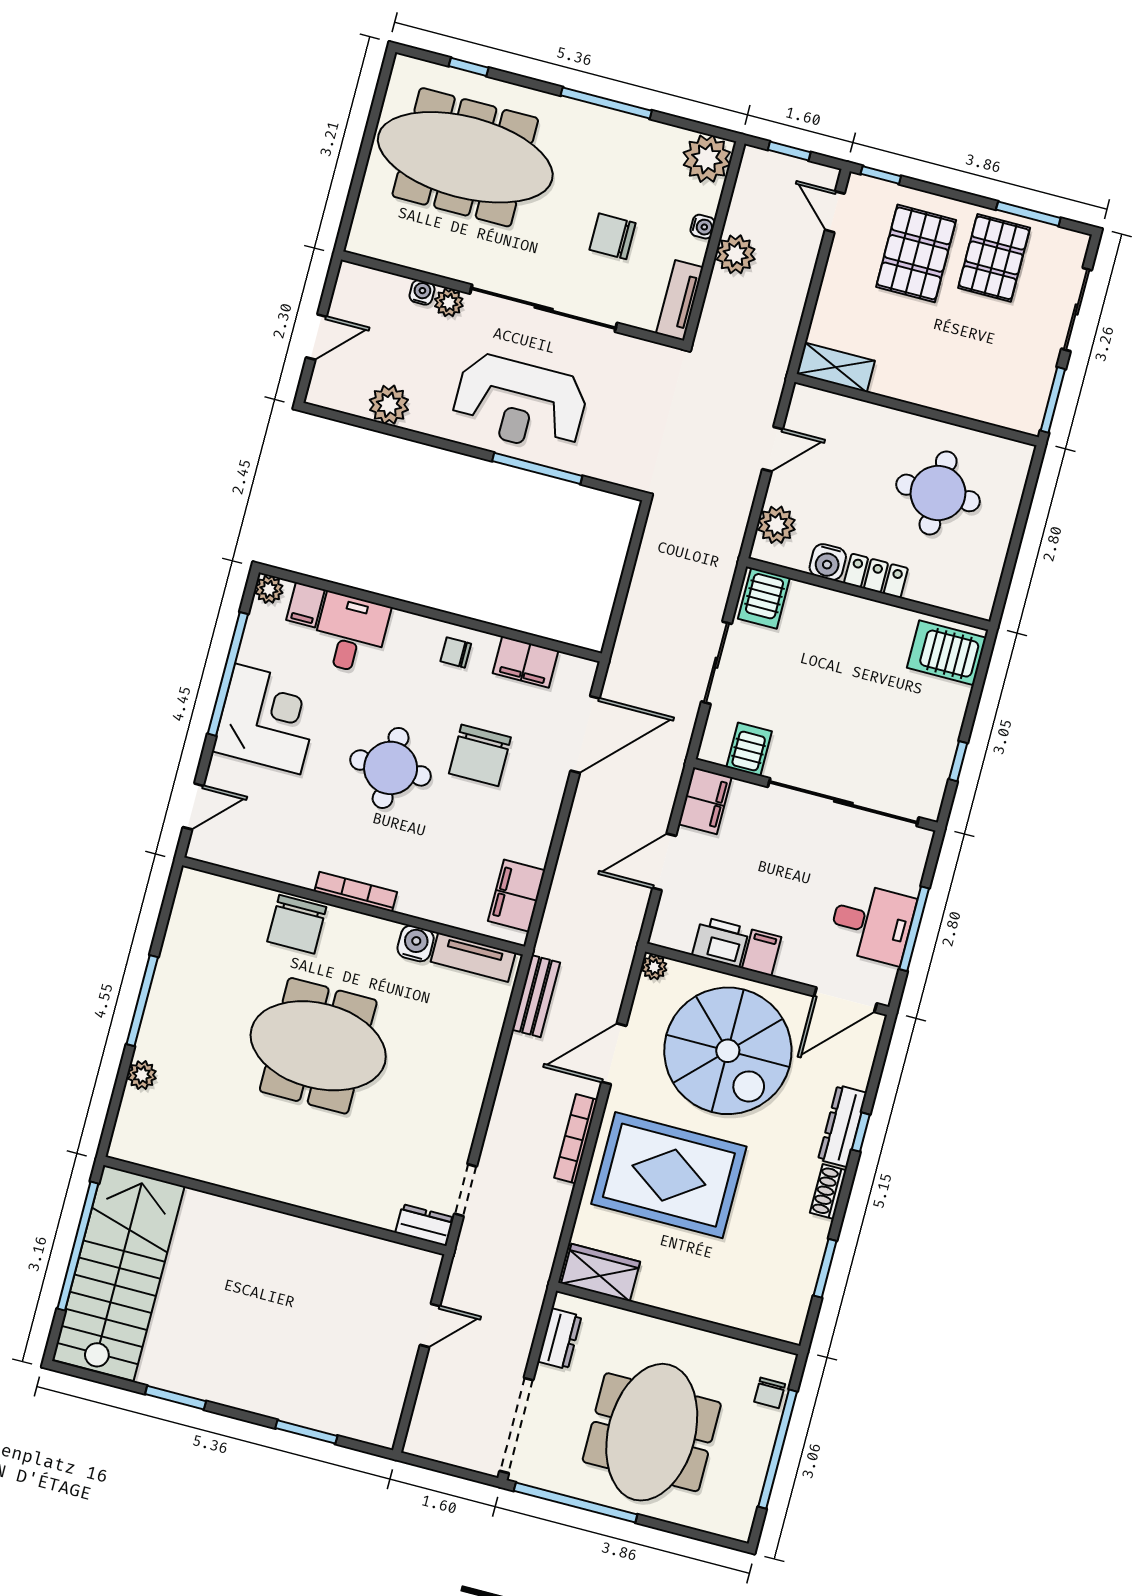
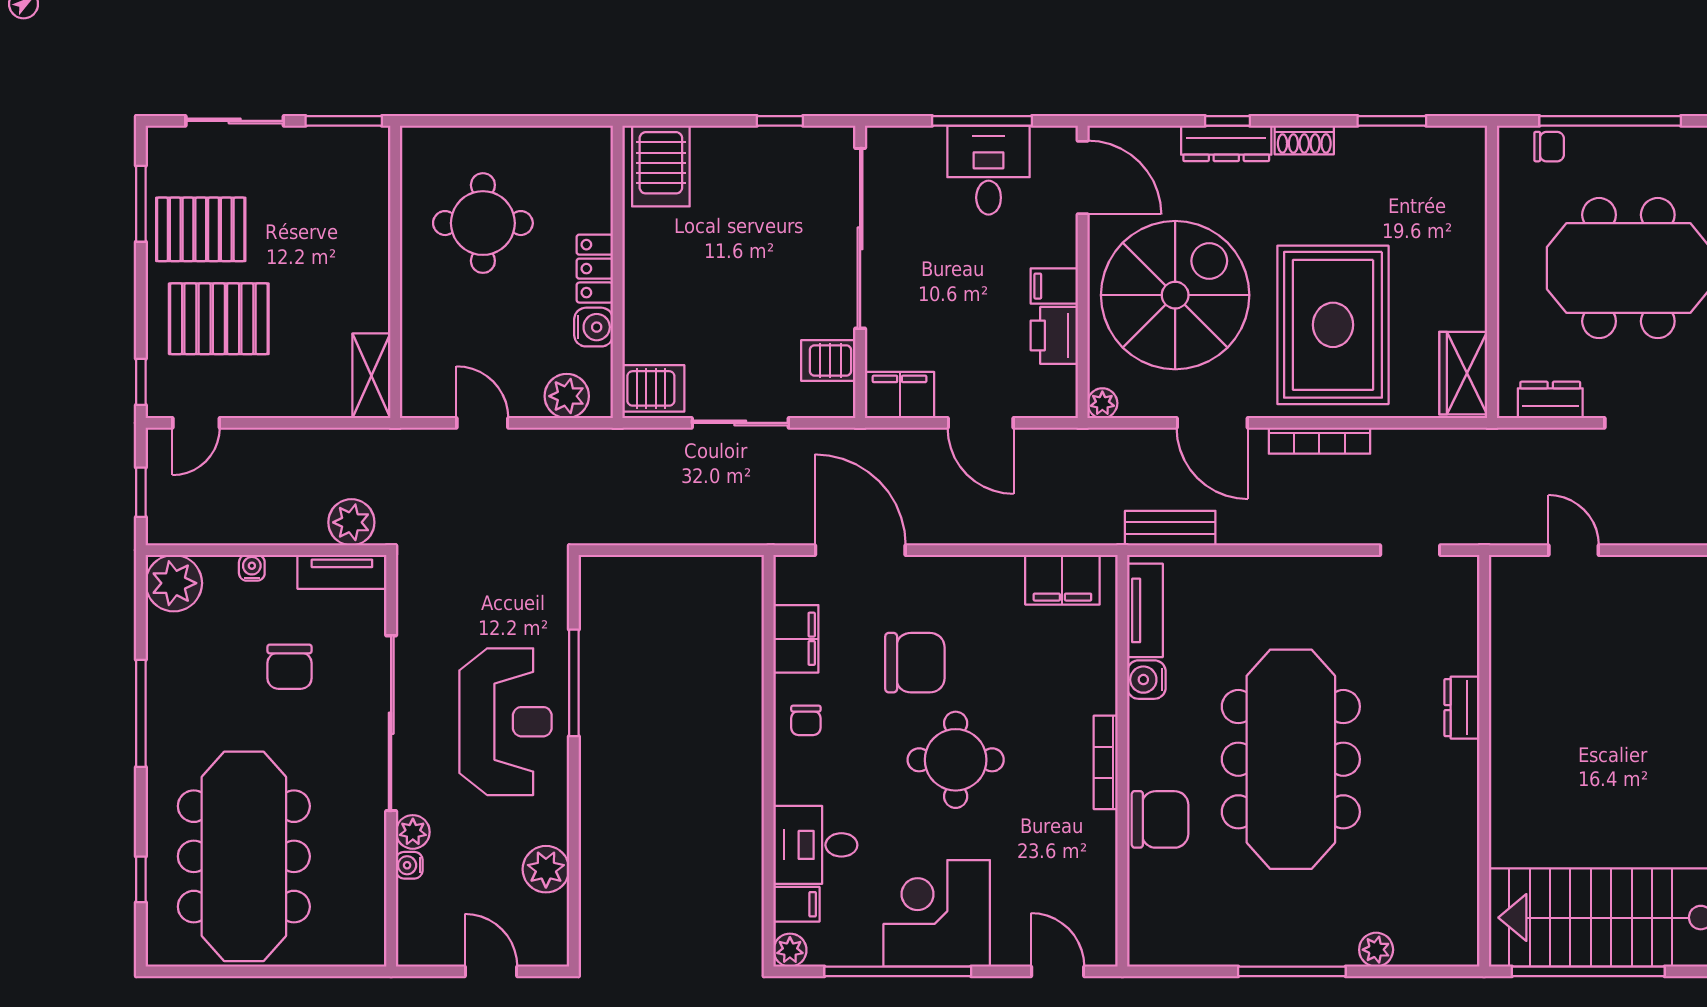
plant: (736, 254) -> (351, 522), moved
meeting table: (318, 1046) -> (1291, 759), width x1.36
dresser: (425, 1225) -> (1462, 708), moved

